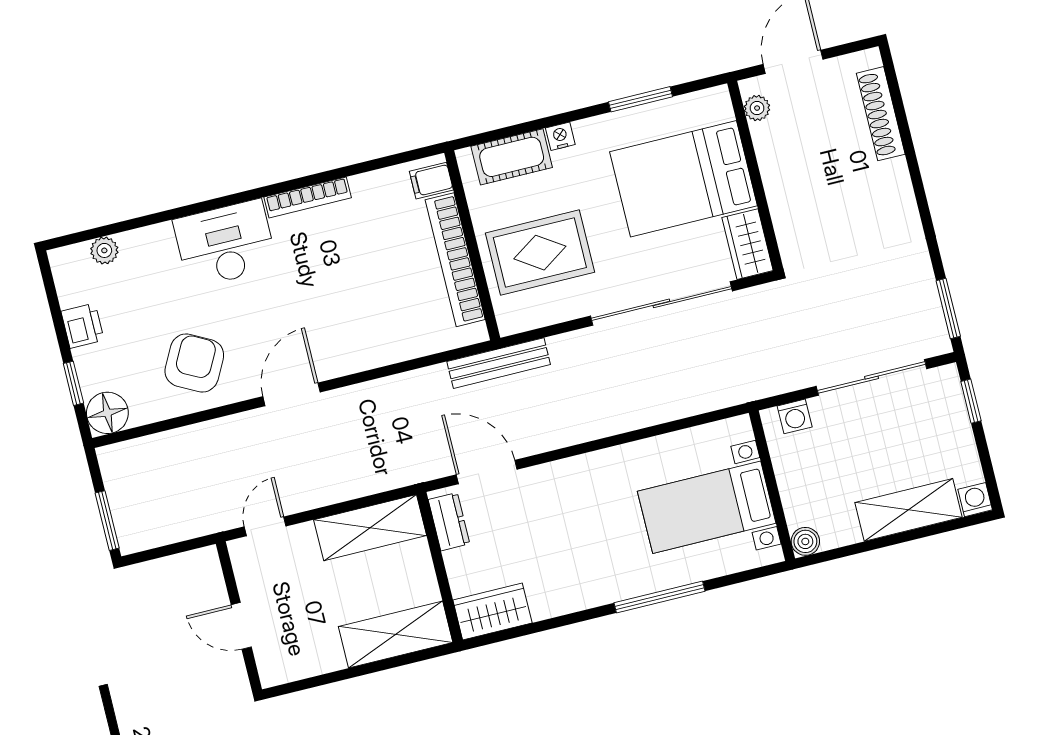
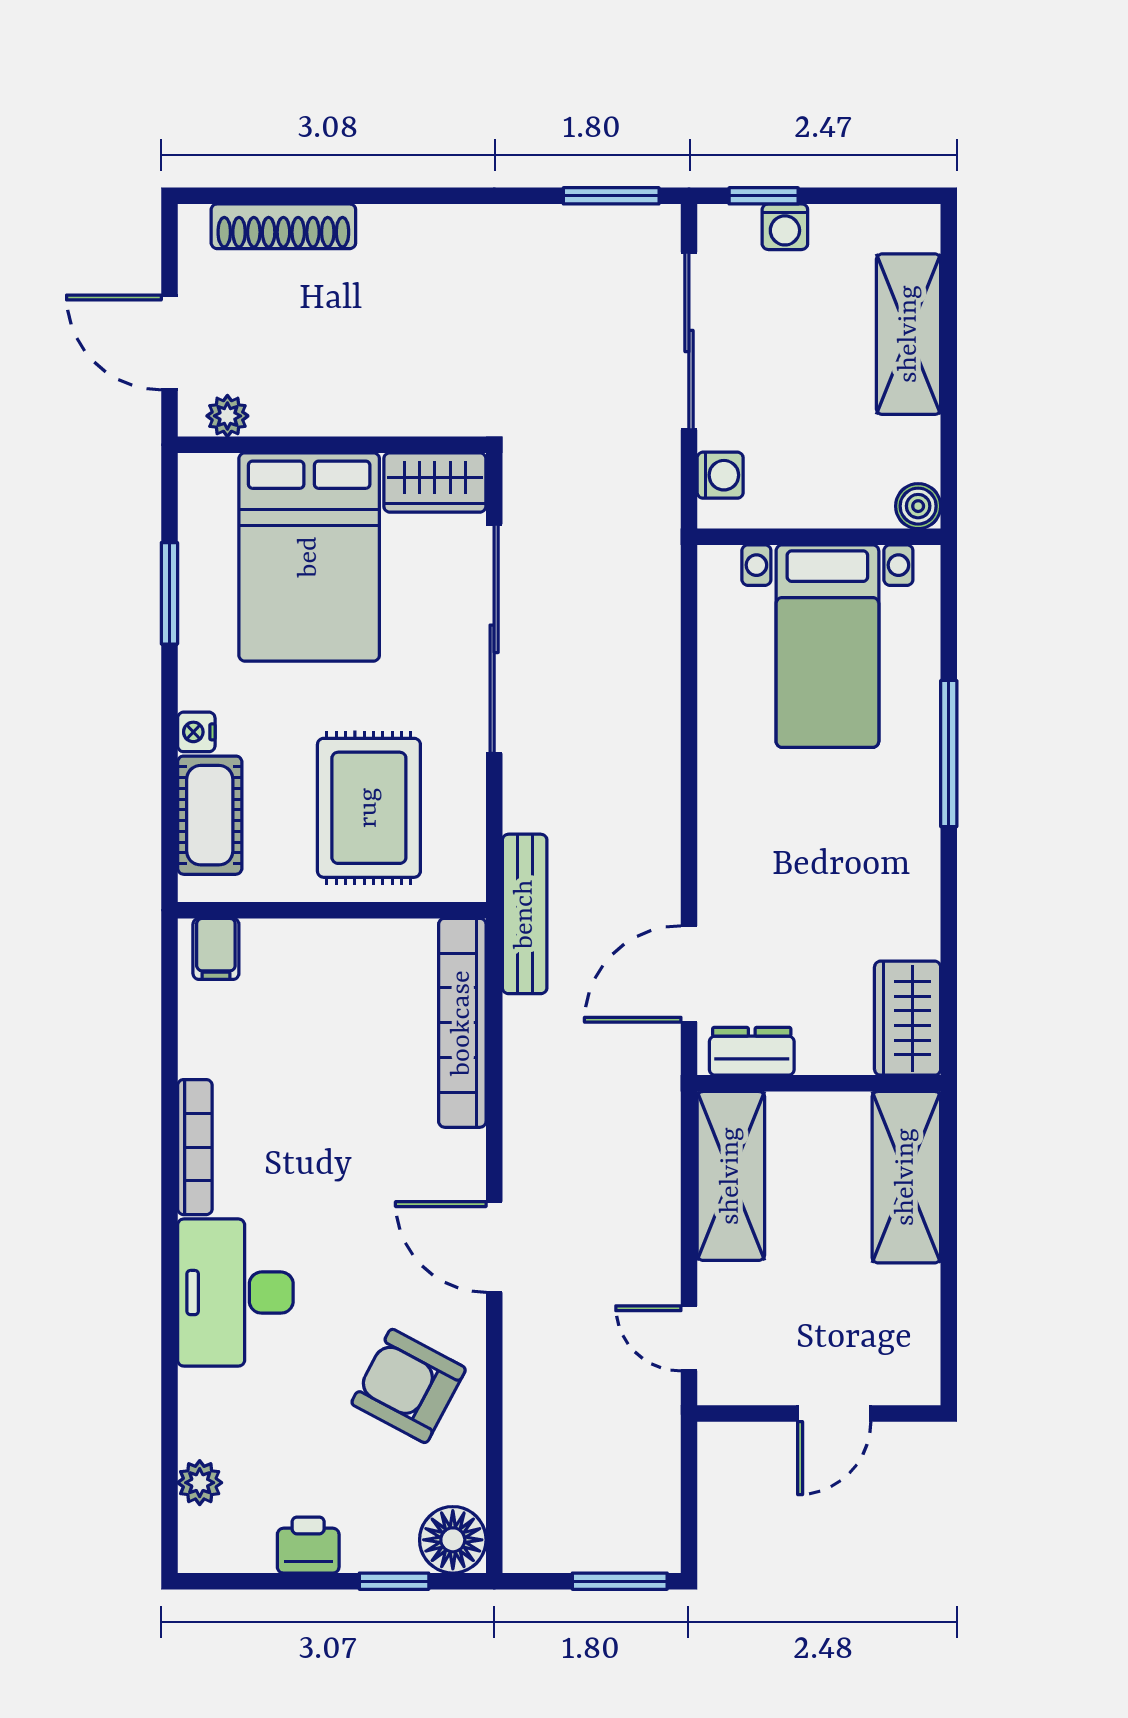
bookcase: (455, 260) -> (462, 1023), moved, turned 90
washing machine: (975, 500) -> (785, 227), moved, turned -90

